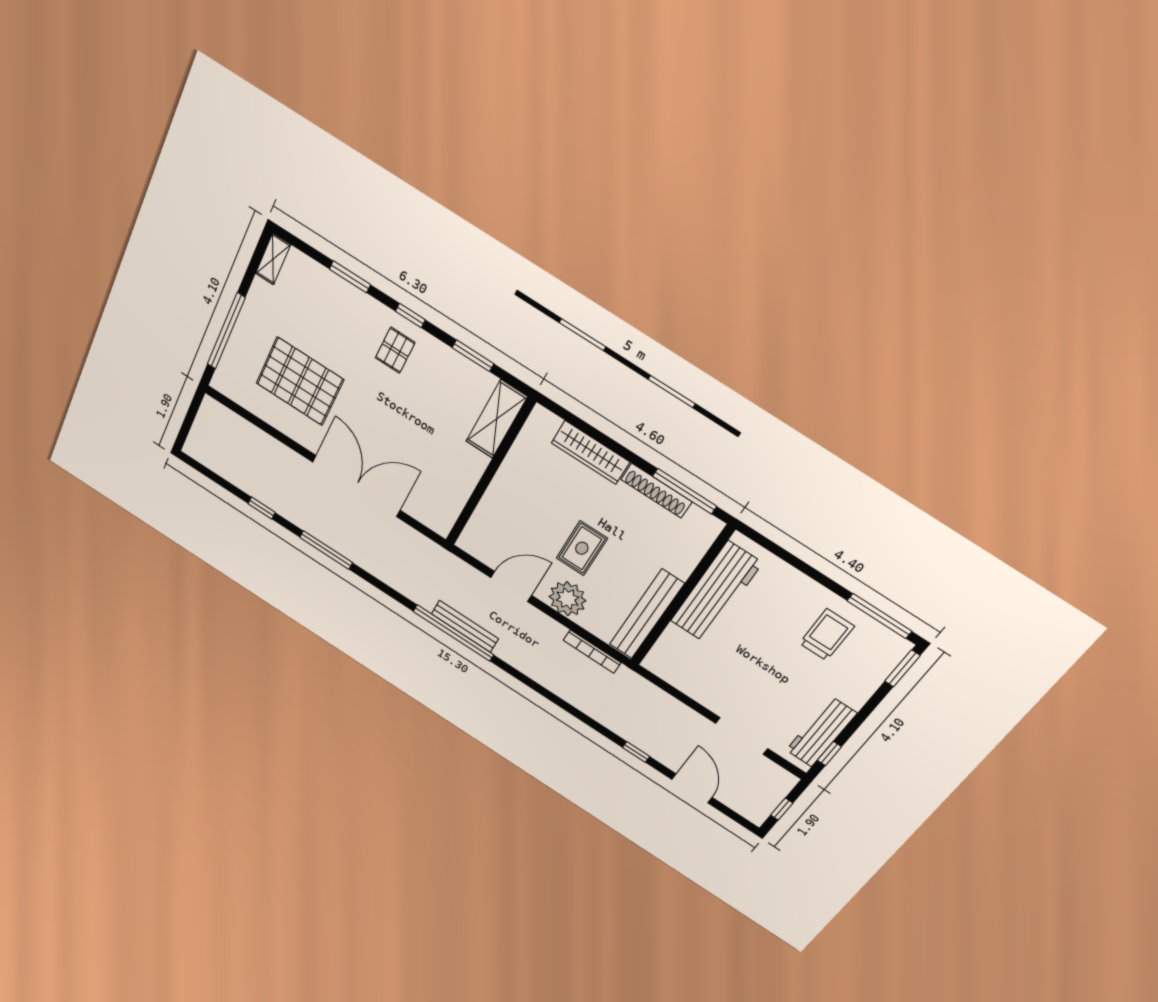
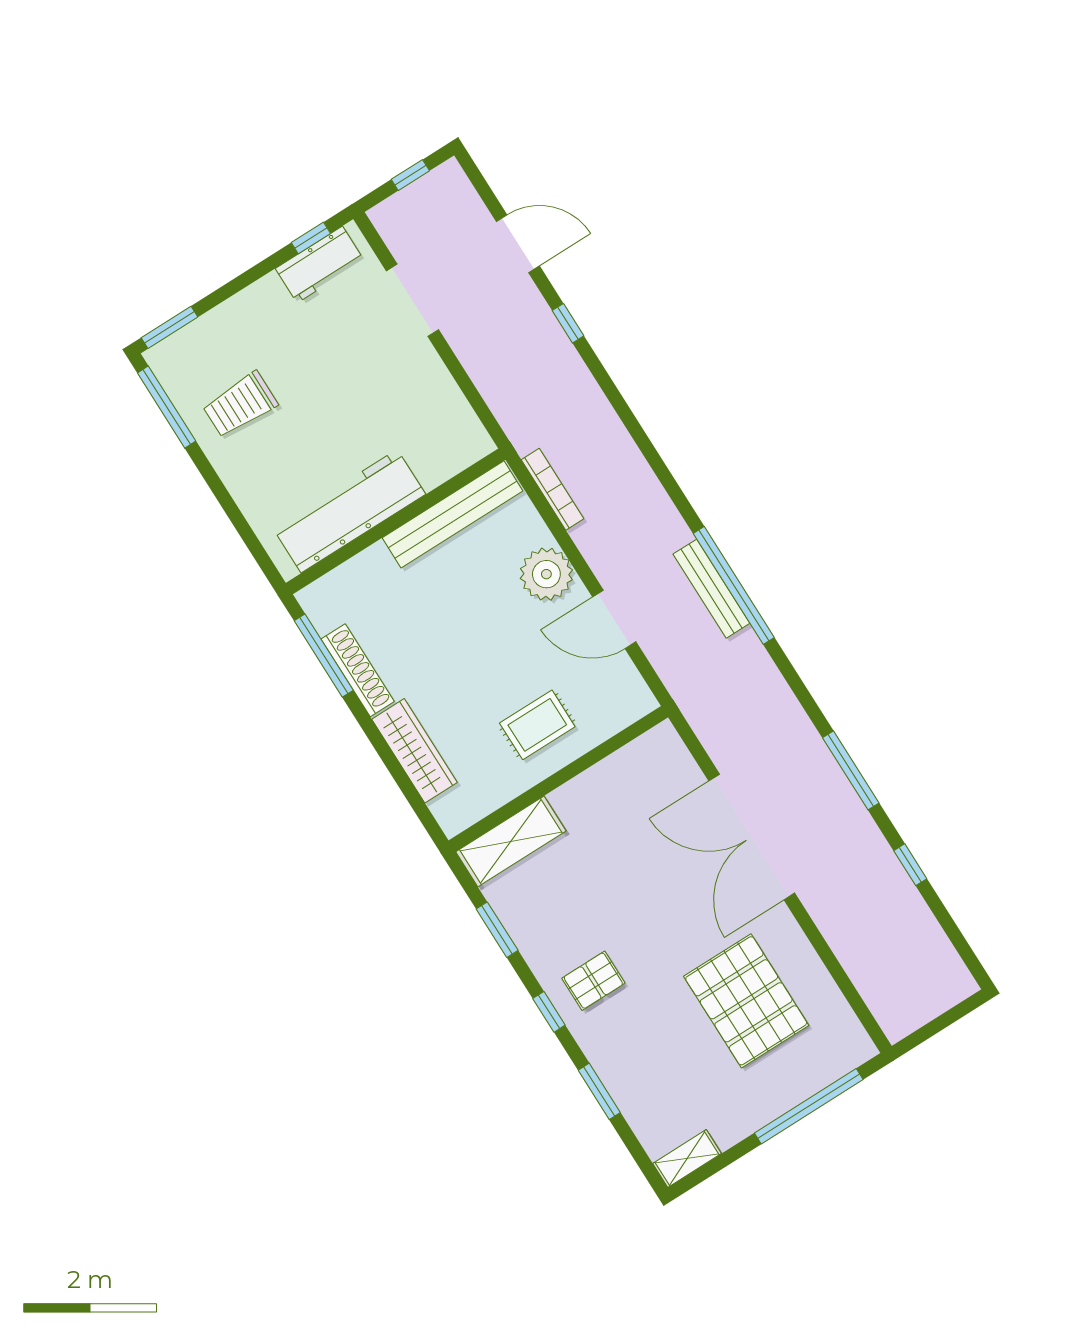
rug: (582, 548) -> (537, 725), moved
workbench: (821, 732) -> (320, 265), width x0.73
door: (692, 788) -> (518, 244), swing flipped

